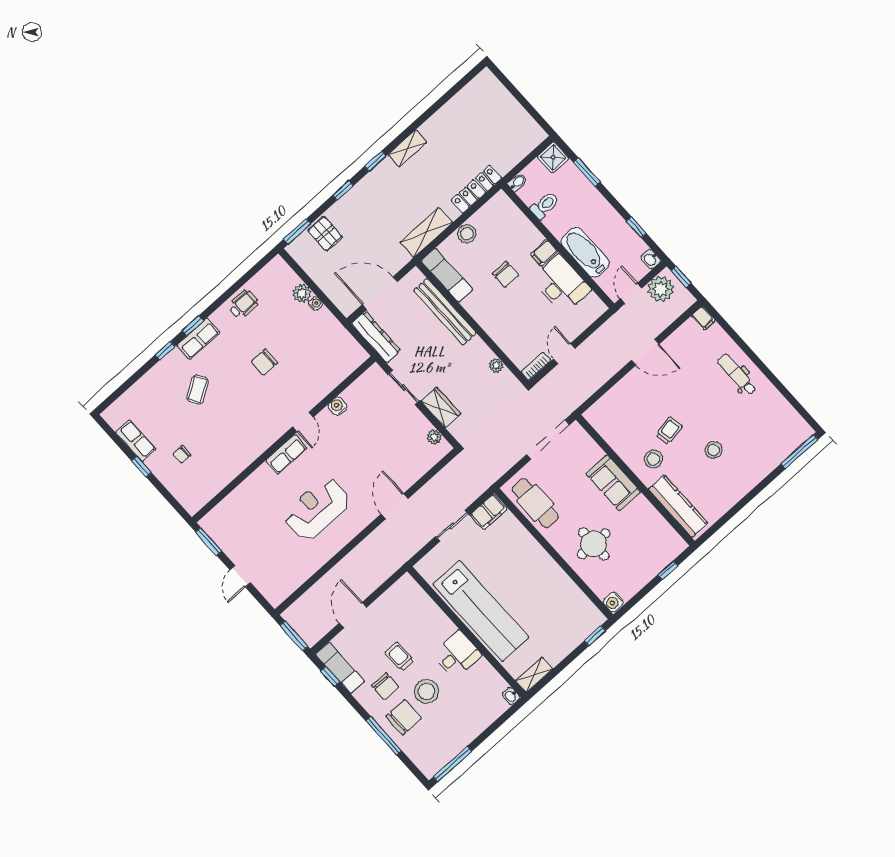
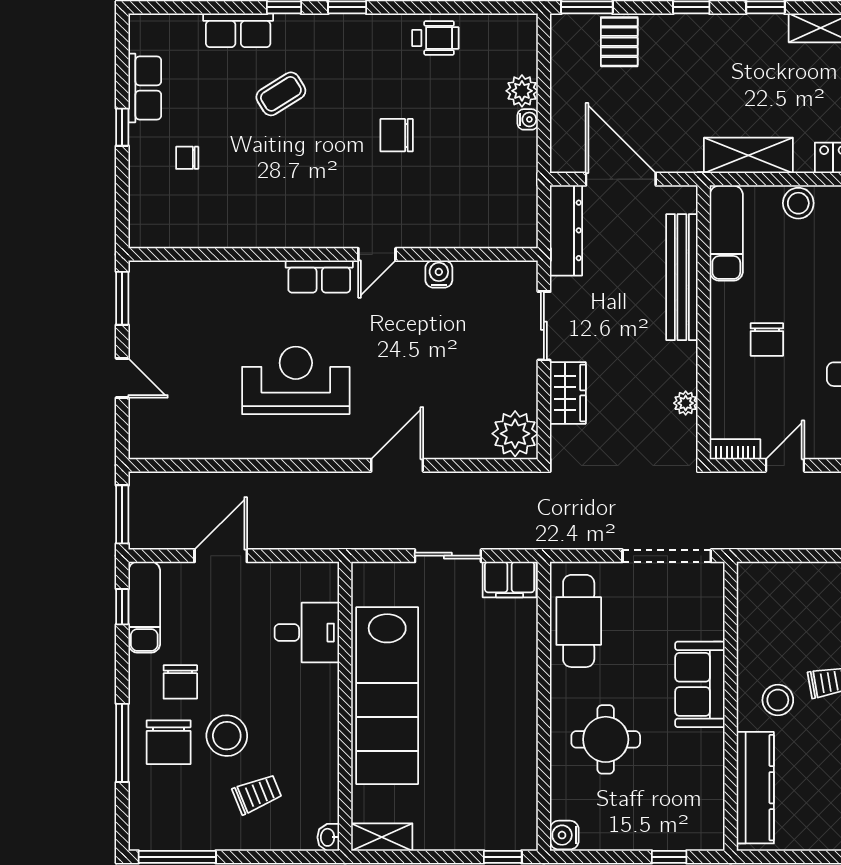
chair: (506, 274) -> (767, 339), moved
row of seats: (198, 339) -> (238, 30), moved
plant: (434, 437) -> (515, 434), width x1.87, depth x1.87
door: (240, 576) -> (122, 378), swing flipped
desk: (457, 655) -> (307, 633), moved
trolley: (400, 657) -> (257, 794), moved, turned 68
chair: (404, 717) -> (169, 742), turned 90

